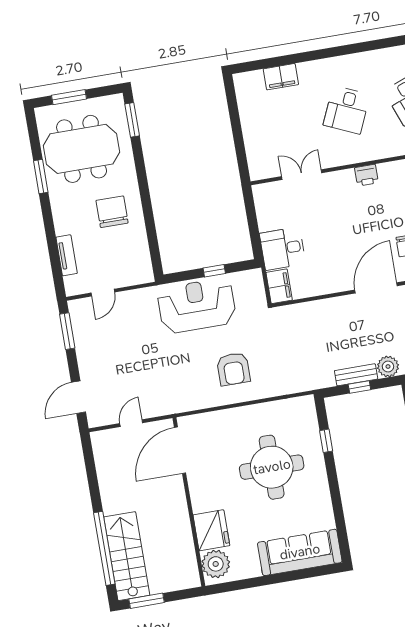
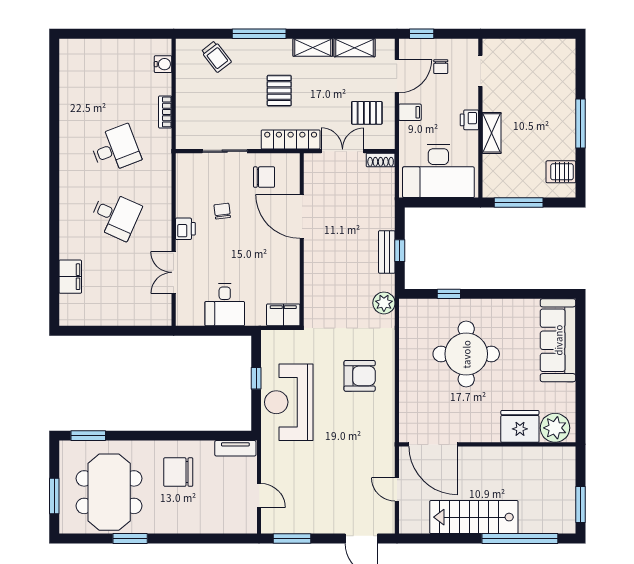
printer: (366, 175) -> (185, 229), moved
chair: (368, 211) -> (222, 211), added
desk: (283, 249) -> (225, 305), moved
tv unit: (67, 255) -> (235, 448), moved, turned 180
plant: (388, 367) -> (384, 303), moved
stairs: (127, 556) -> (474, 517), moved

